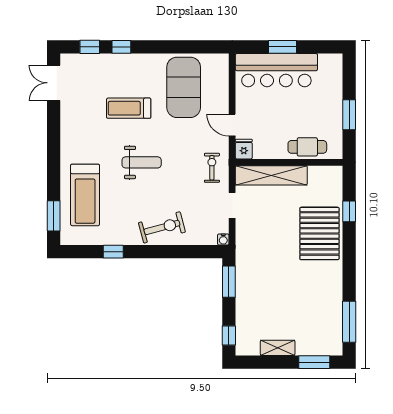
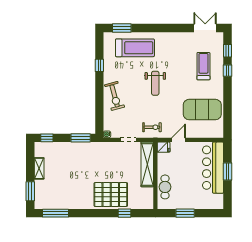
treadmill: (129, 108) -> (203, 66), moved
treadmill: (85, 195) -> (135, 48), turned 180

